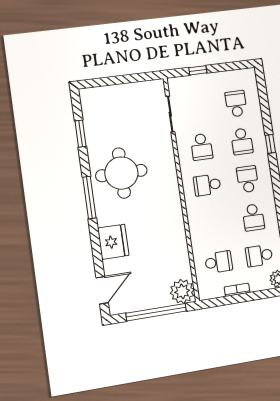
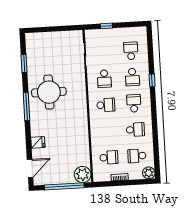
school desk: (207, 185) -> (106, 105), turned 180
school desk: (253, 217) -> (135, 130), turned -90
fridge: (113, 242) -> (38, 142), width x0.53, depth x0.75

